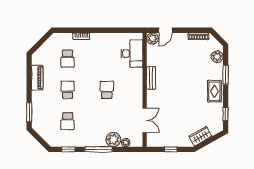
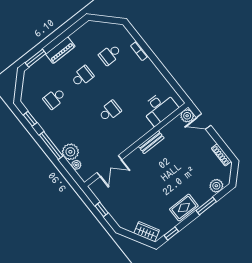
piano: (37, 78) -> (60, 50), moved
wardrobe: (200, 136) -> (147, 232), moved

